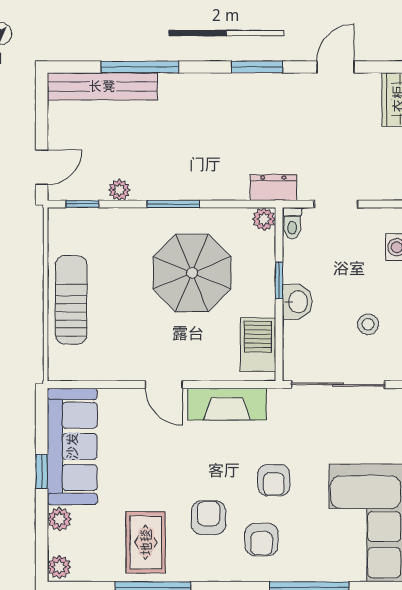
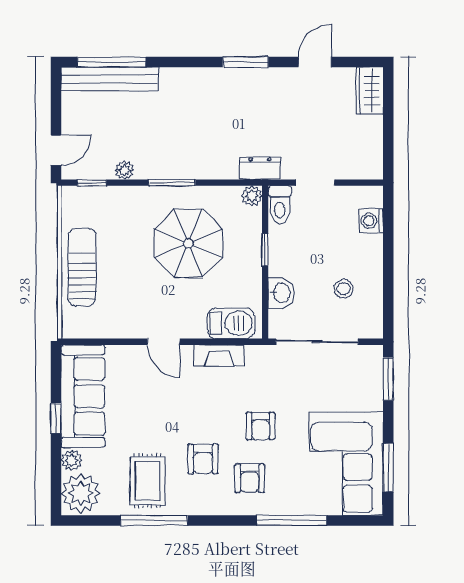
window: (140, 67) -> (112, 62), moved
toilet: (292, 223) -> (280, 205), width x1.37, depth x1.39
washbasin: (297, 302) -> (281, 293), moved
barbecue: (258, 345) -> (231, 323), moved, turned 90
fireplace: (227, 404) -> (219, 356), width x0.73, depth x0.76
armchair: (209, 518) -> (203, 459), turned 180
plant: (59, 567) -> (81, 493), width x1.88, depth x1.88

